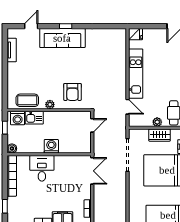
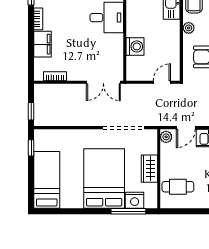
plant: (157, 122) -> (166, 137), moved
door: (92, 125) -> (162, 82), swing flipped
washing machine: (51, 146) -> (135, 46), moved

